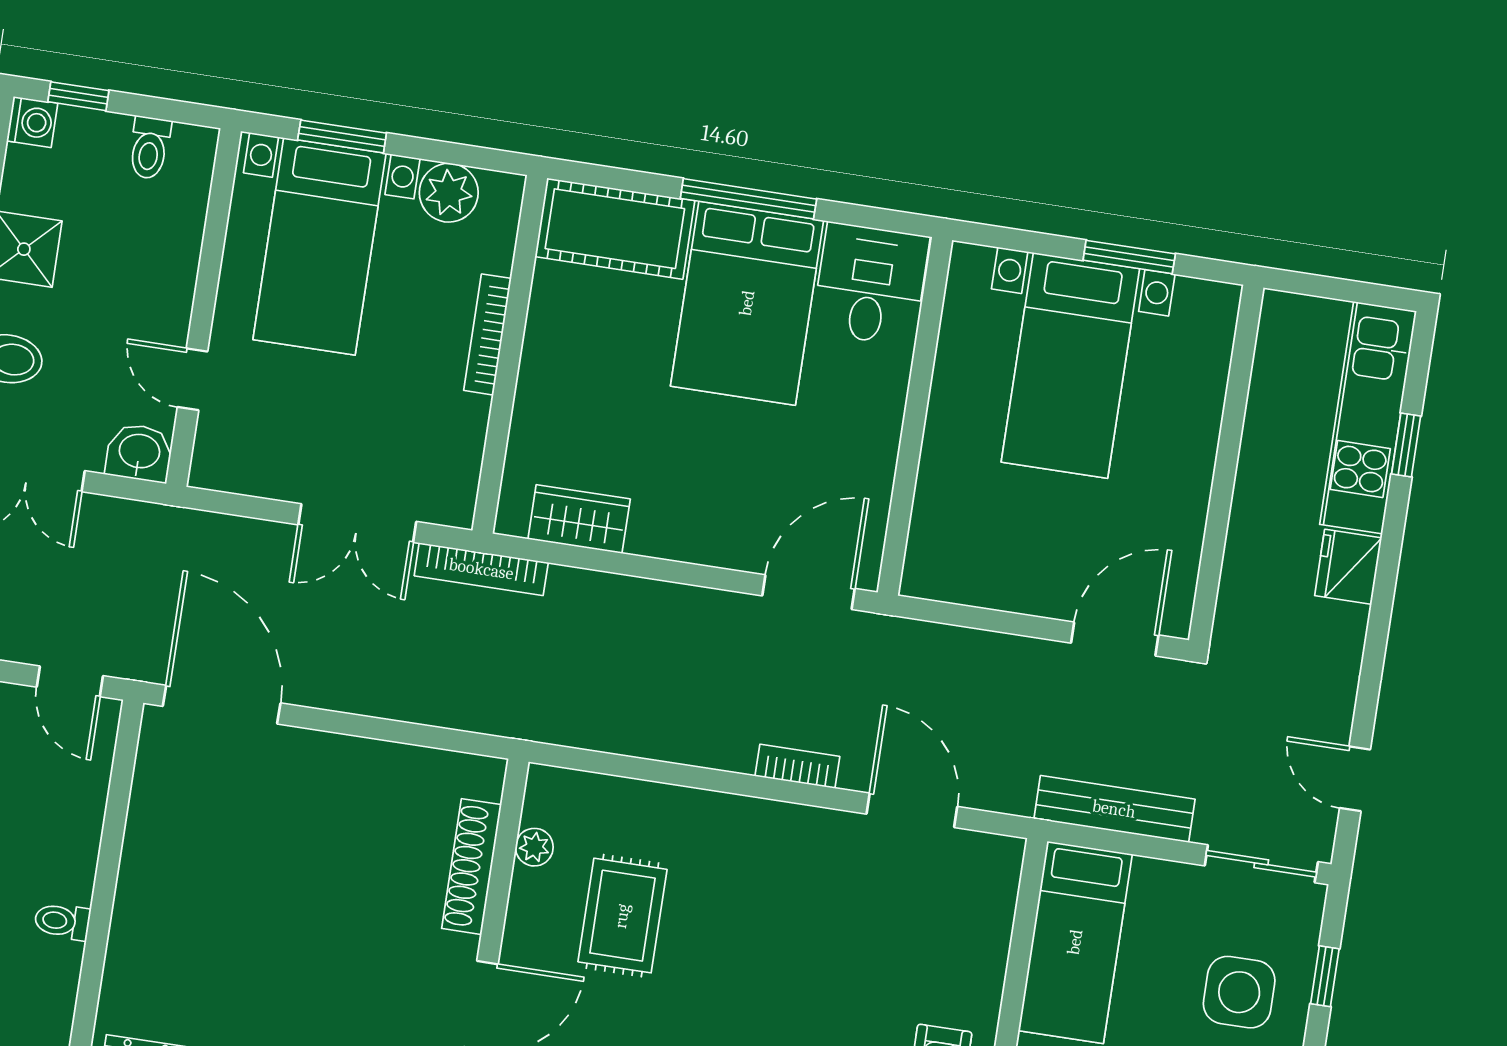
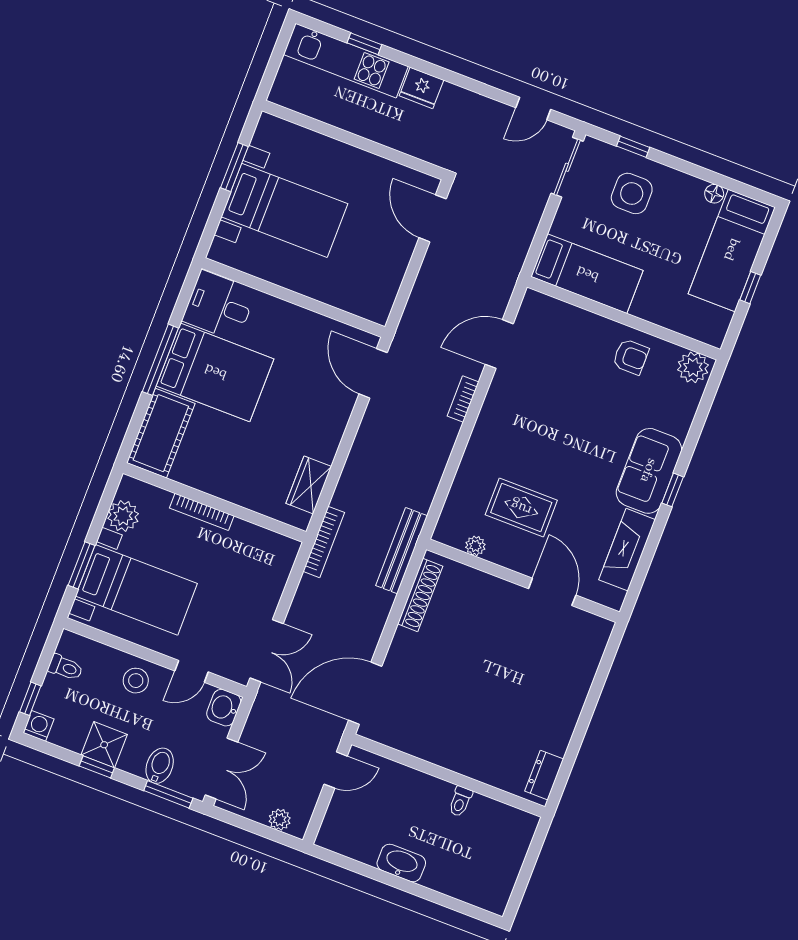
stool: (154, 281) -> (136, 681), added
double door: (357, 523) -> (267, 651), moved
bench: (1114, 809) -> (402, 551), moved
shoe rack: (472, 867) -> (420, 595), moved, turned -90

